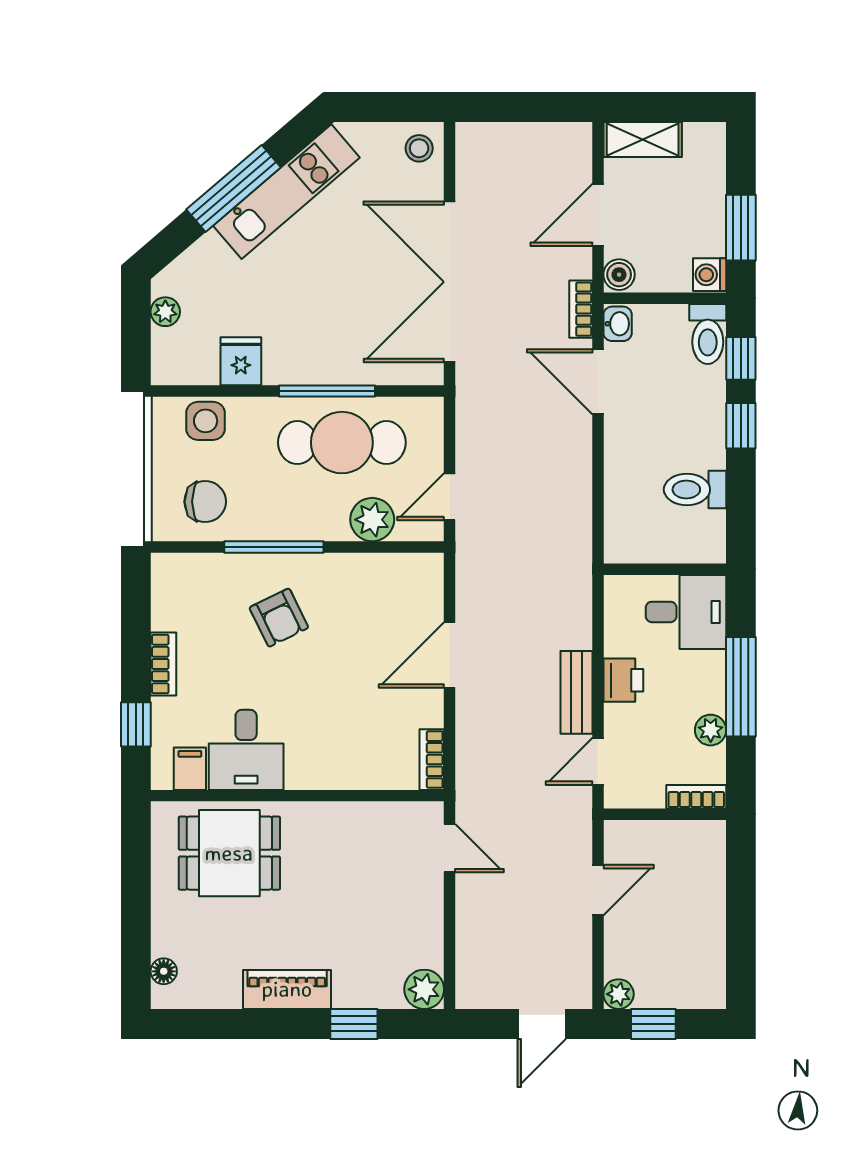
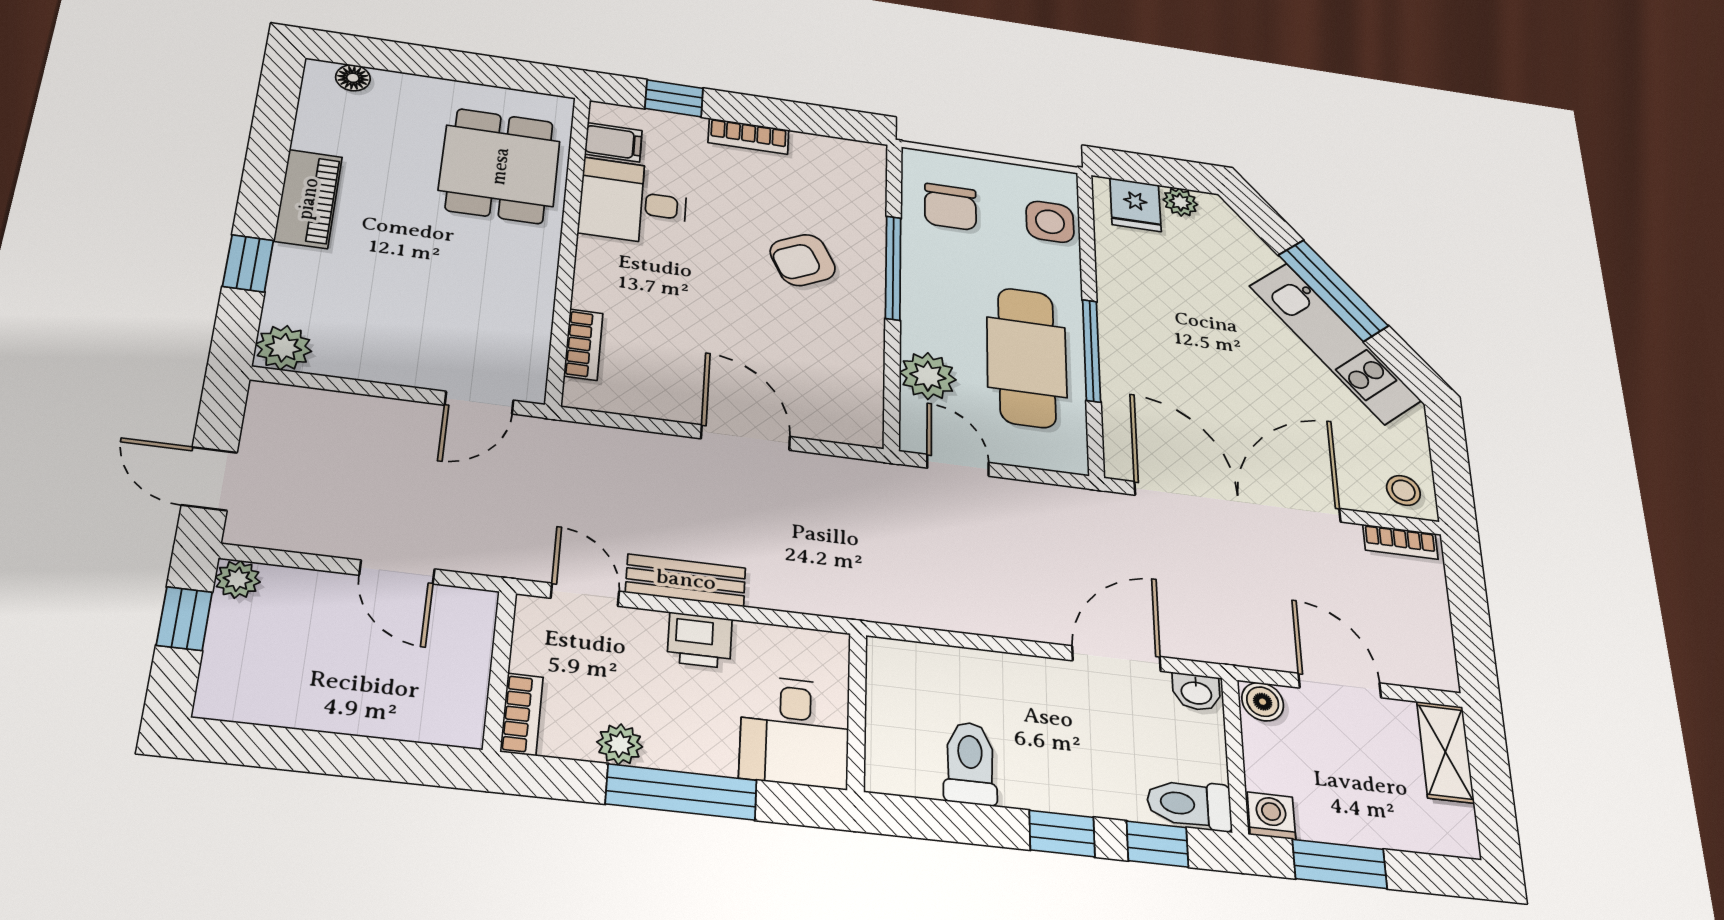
bookcase: (581, 309) -> (1400, 542), moved, turned 180
fridge: (241, 361) -> (1135, 205), moved, turned 90
bookcase: (432, 760) -> (583, 345), moved, turned 90

